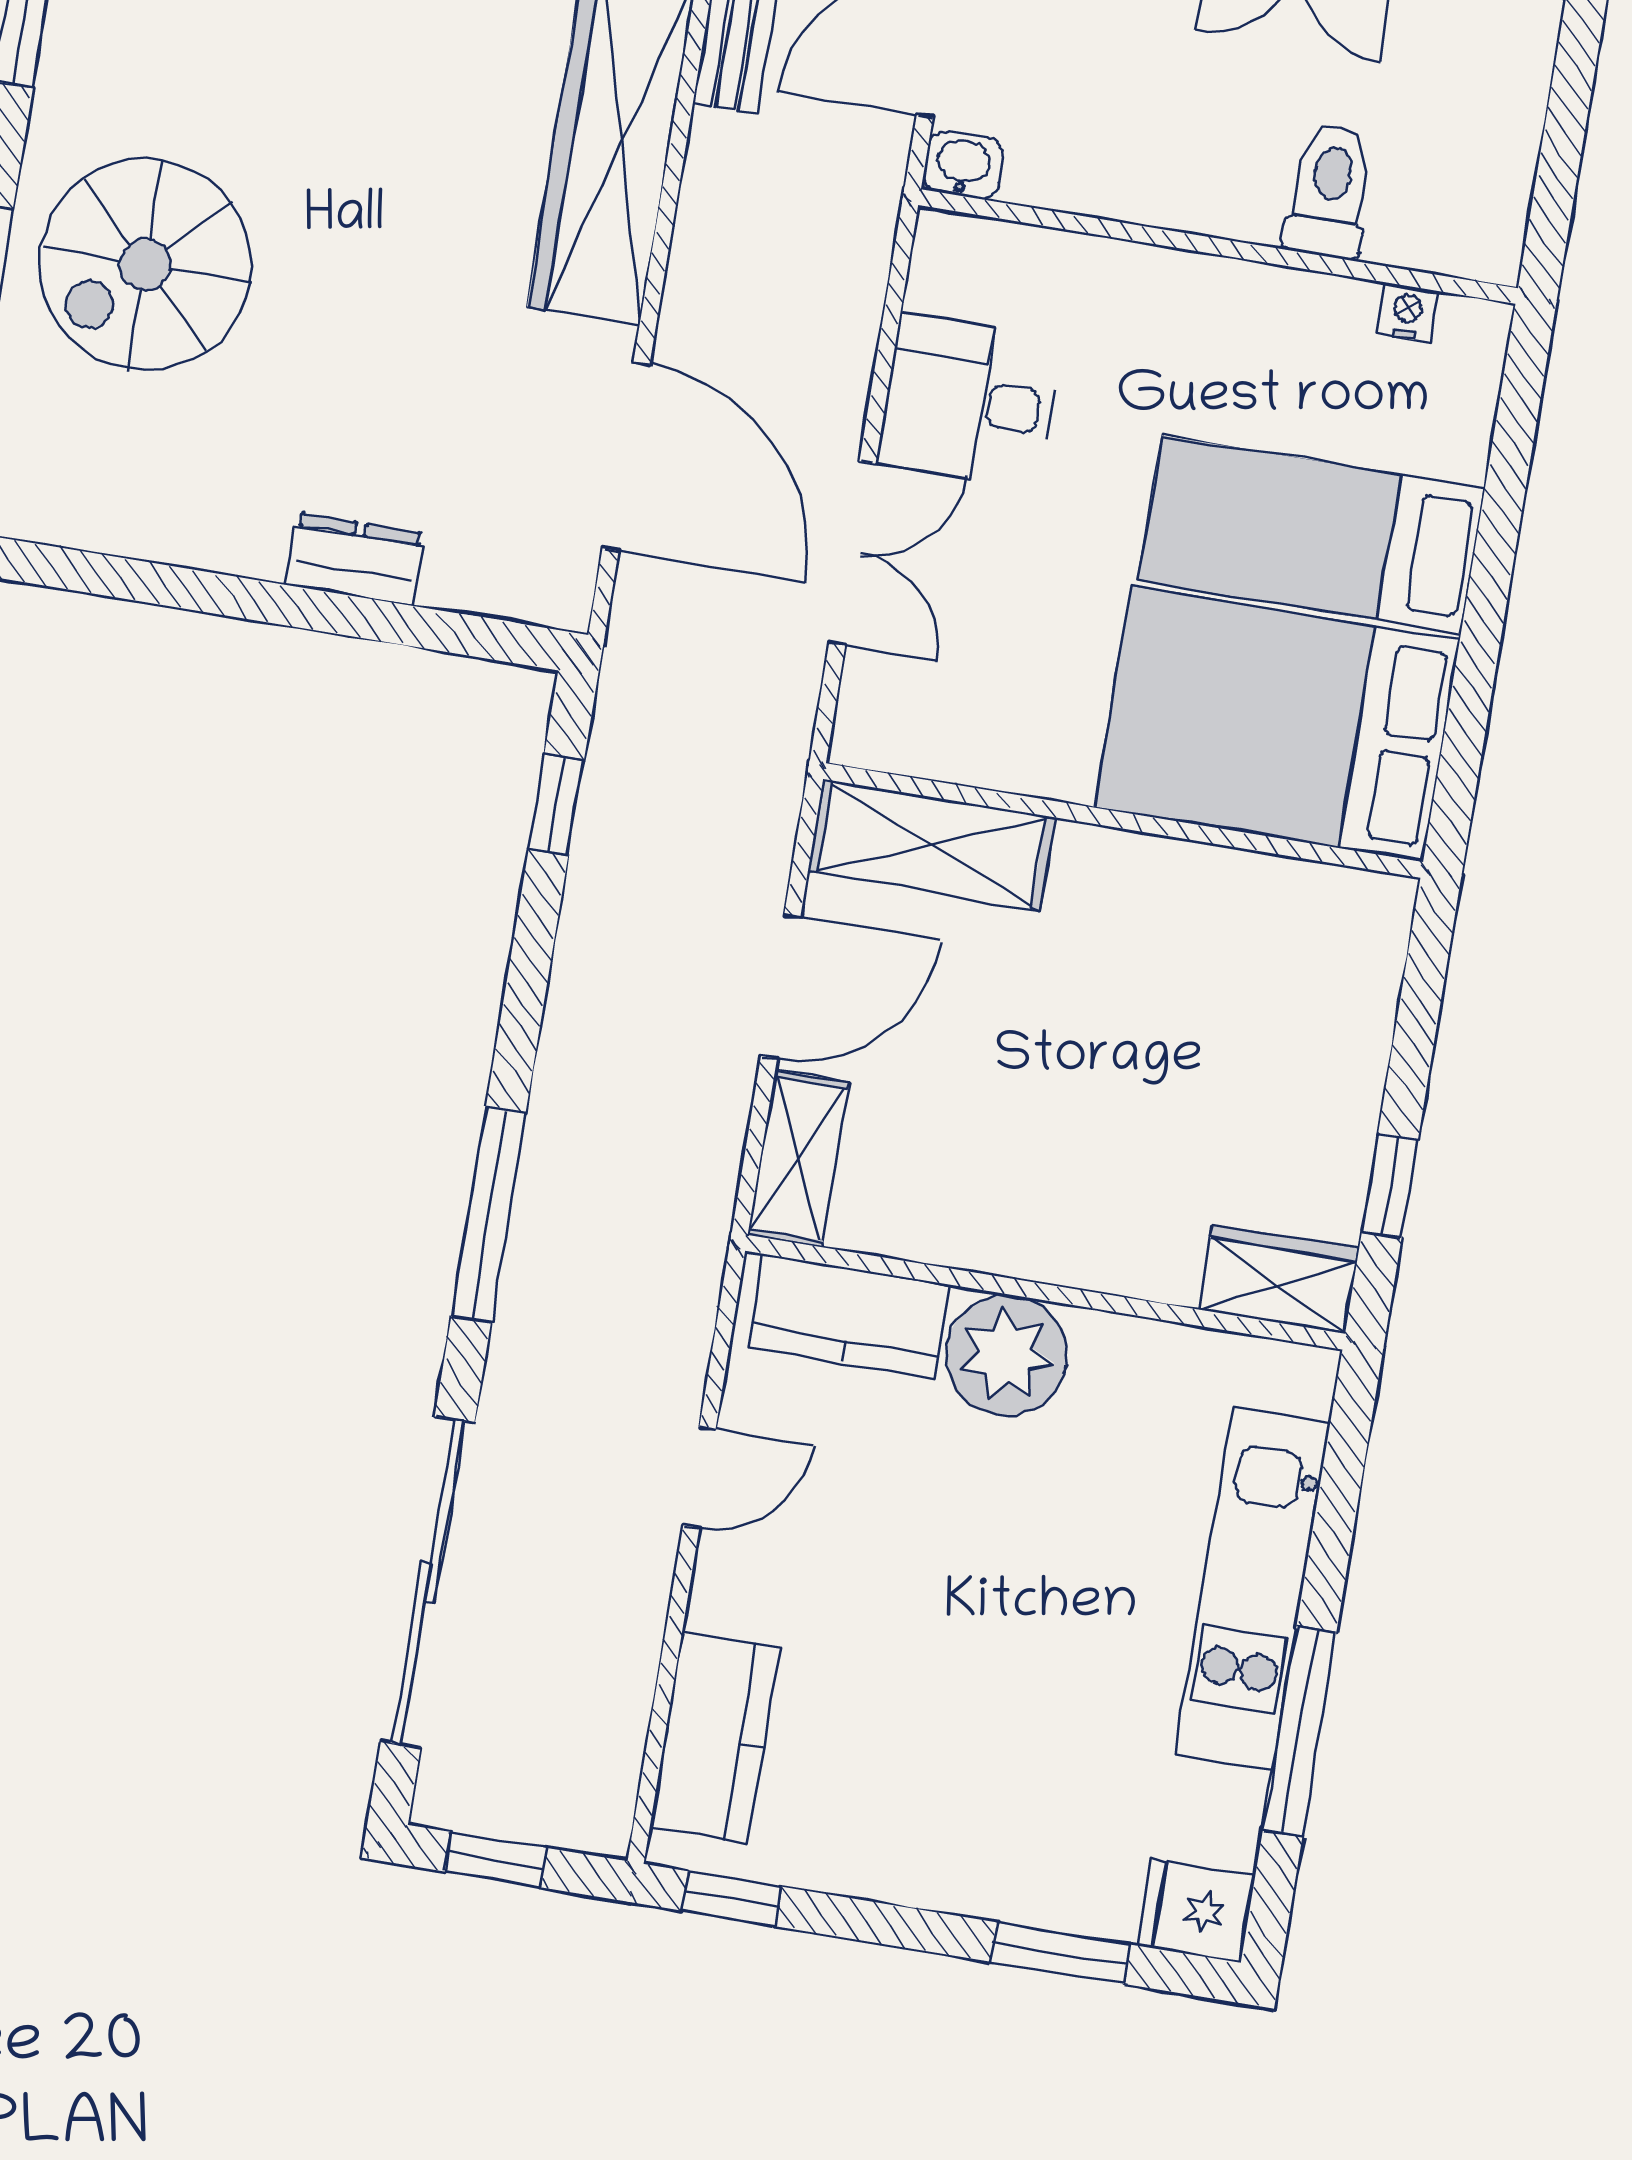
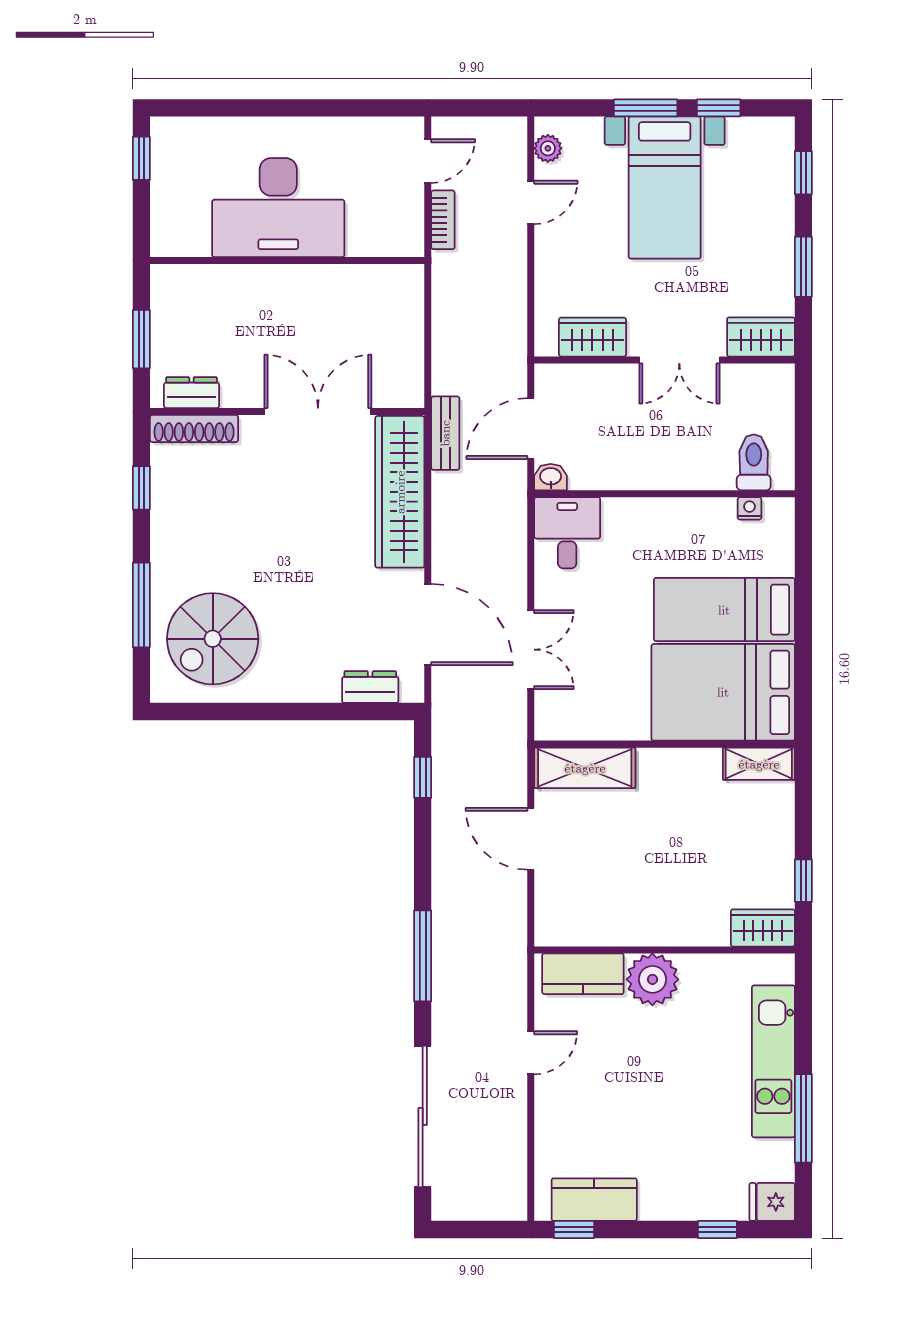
toilet: (1330, 191) -> (754, 462), moved
spiral stairs: (145, 264) -> (213, 639), moved
desk: (970, 401) -> (567, 533), moved, turned 90
dresser: (355, 559) -> (370, 687), moved
door: (781, 987) -> (531, 839), swing flipped
shelving: (798, 1159) -> (759, 764), moved, turned 90
kitchen counter: (715, 1738) -> (594, 1200), moved, turned -90
window: (496, 1860) -> (471, 1229), removed
window: (1060, 1953) -> (717, 1229), width x0.67

